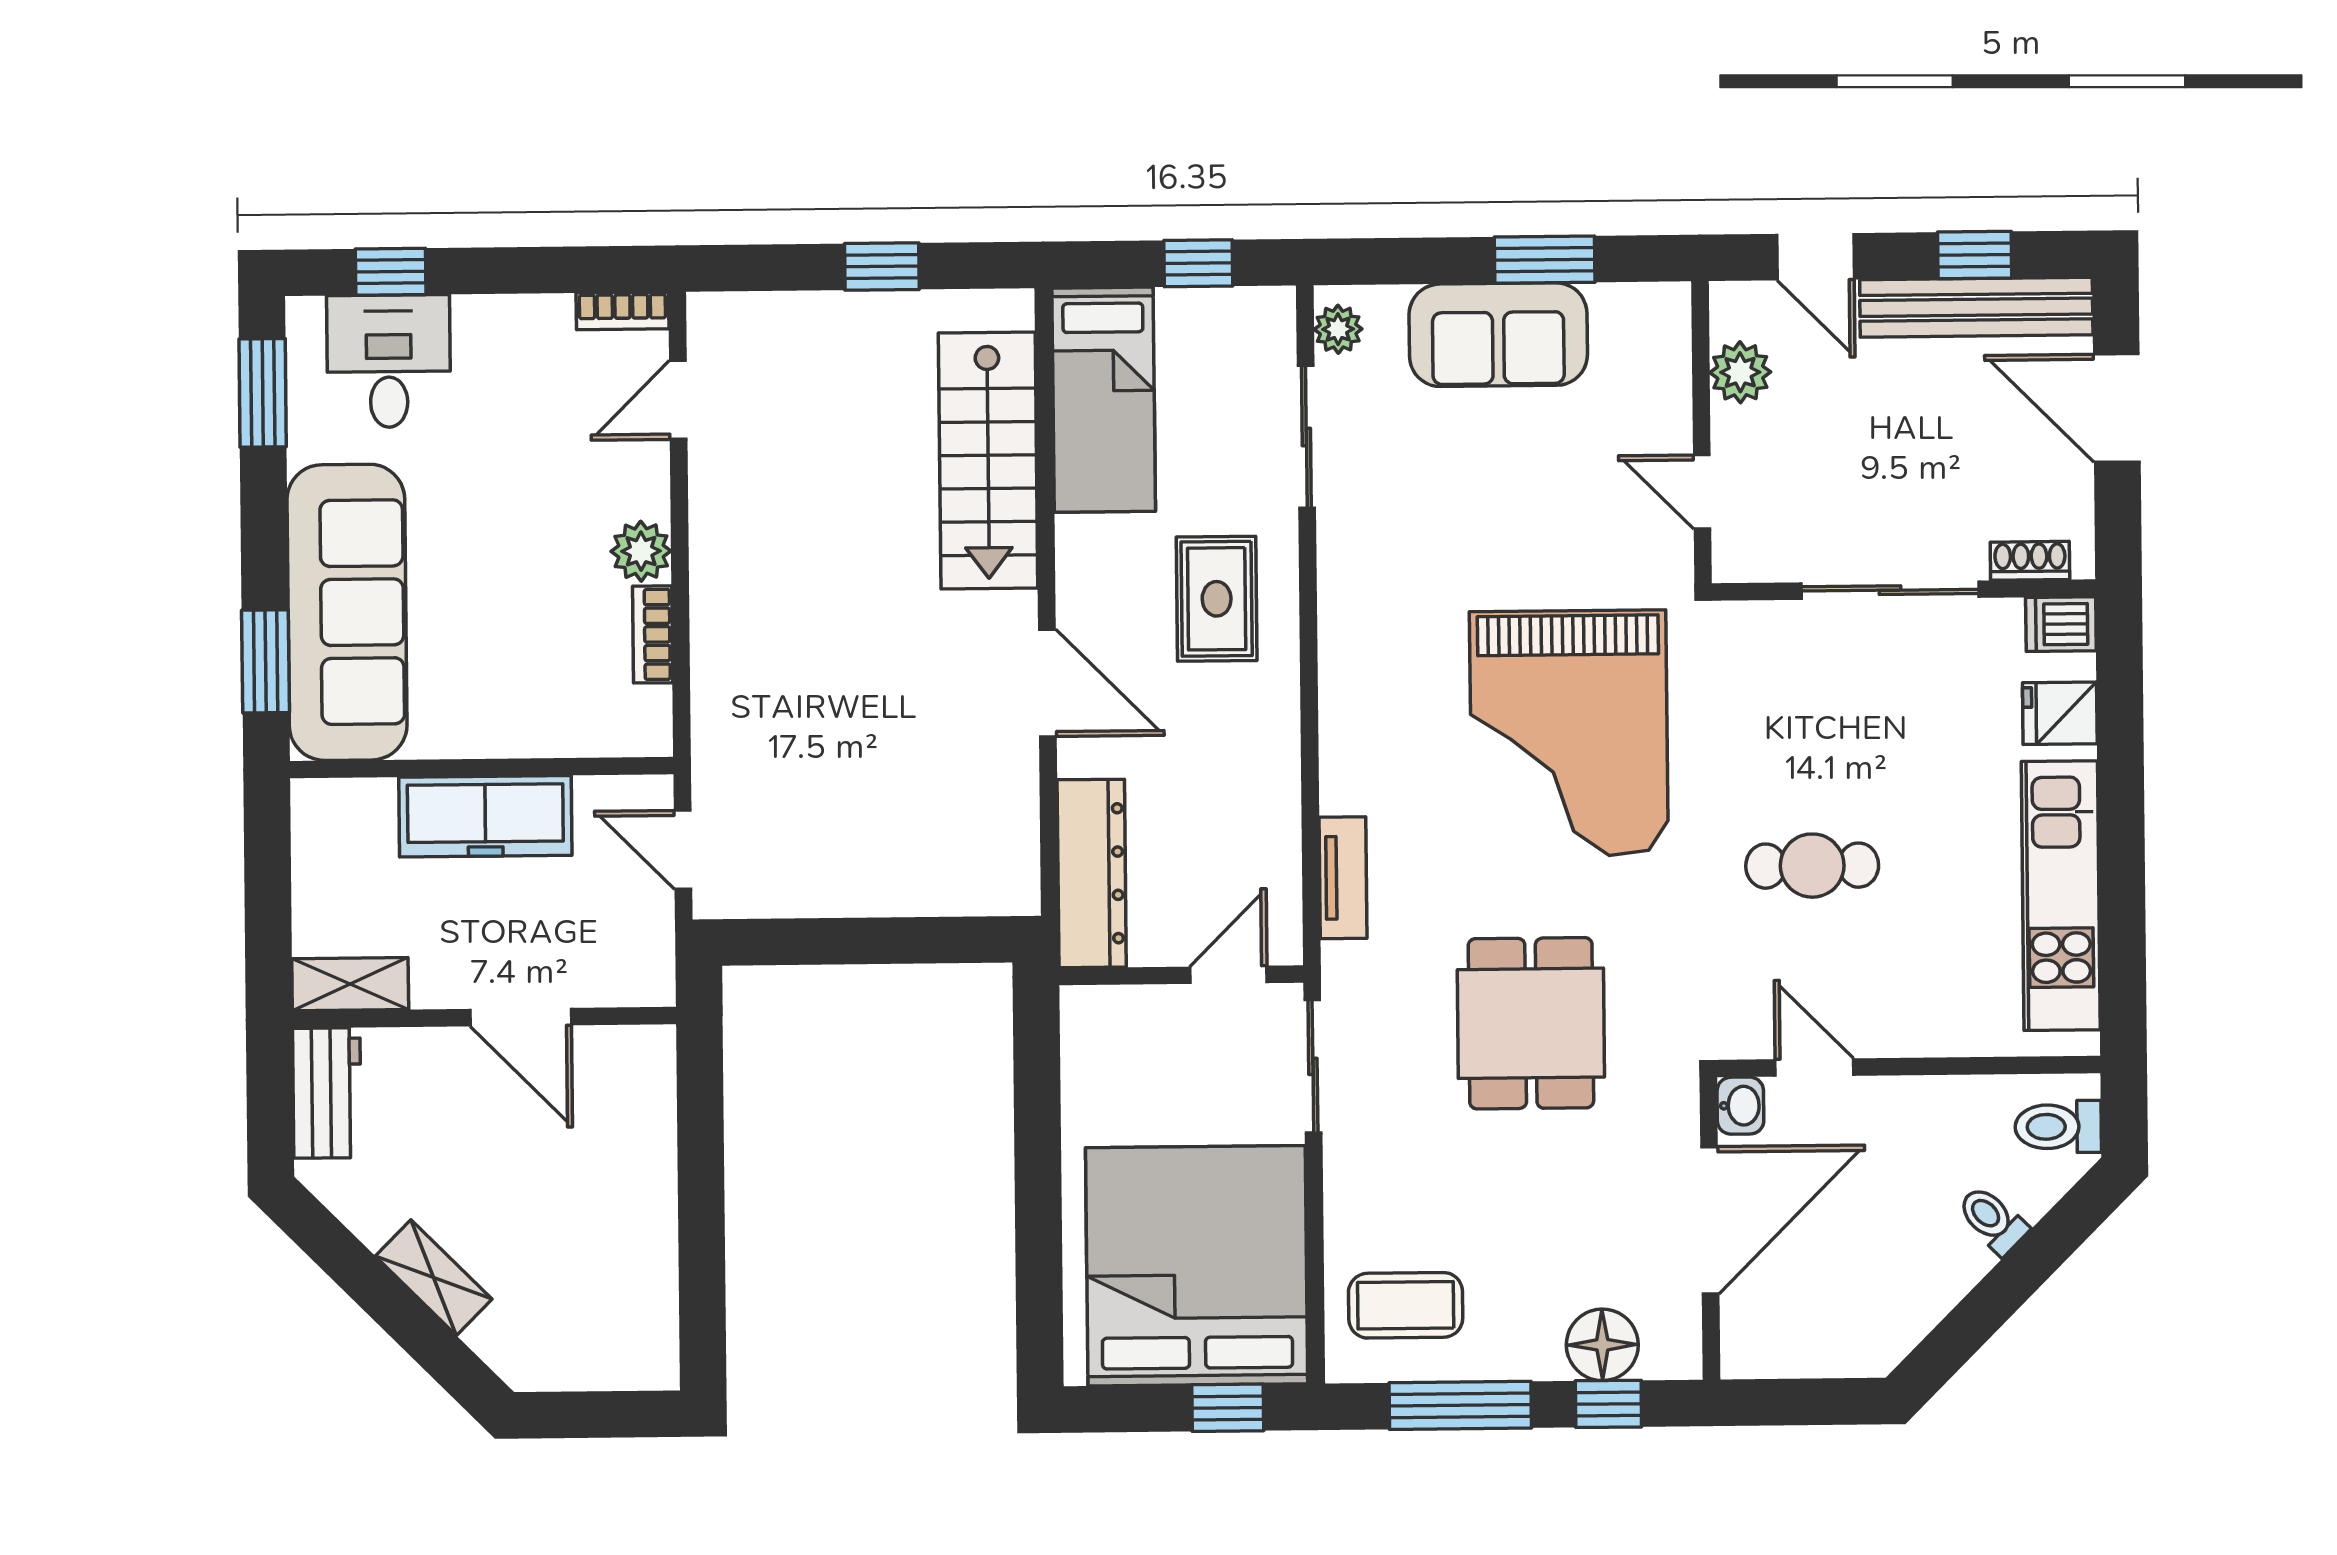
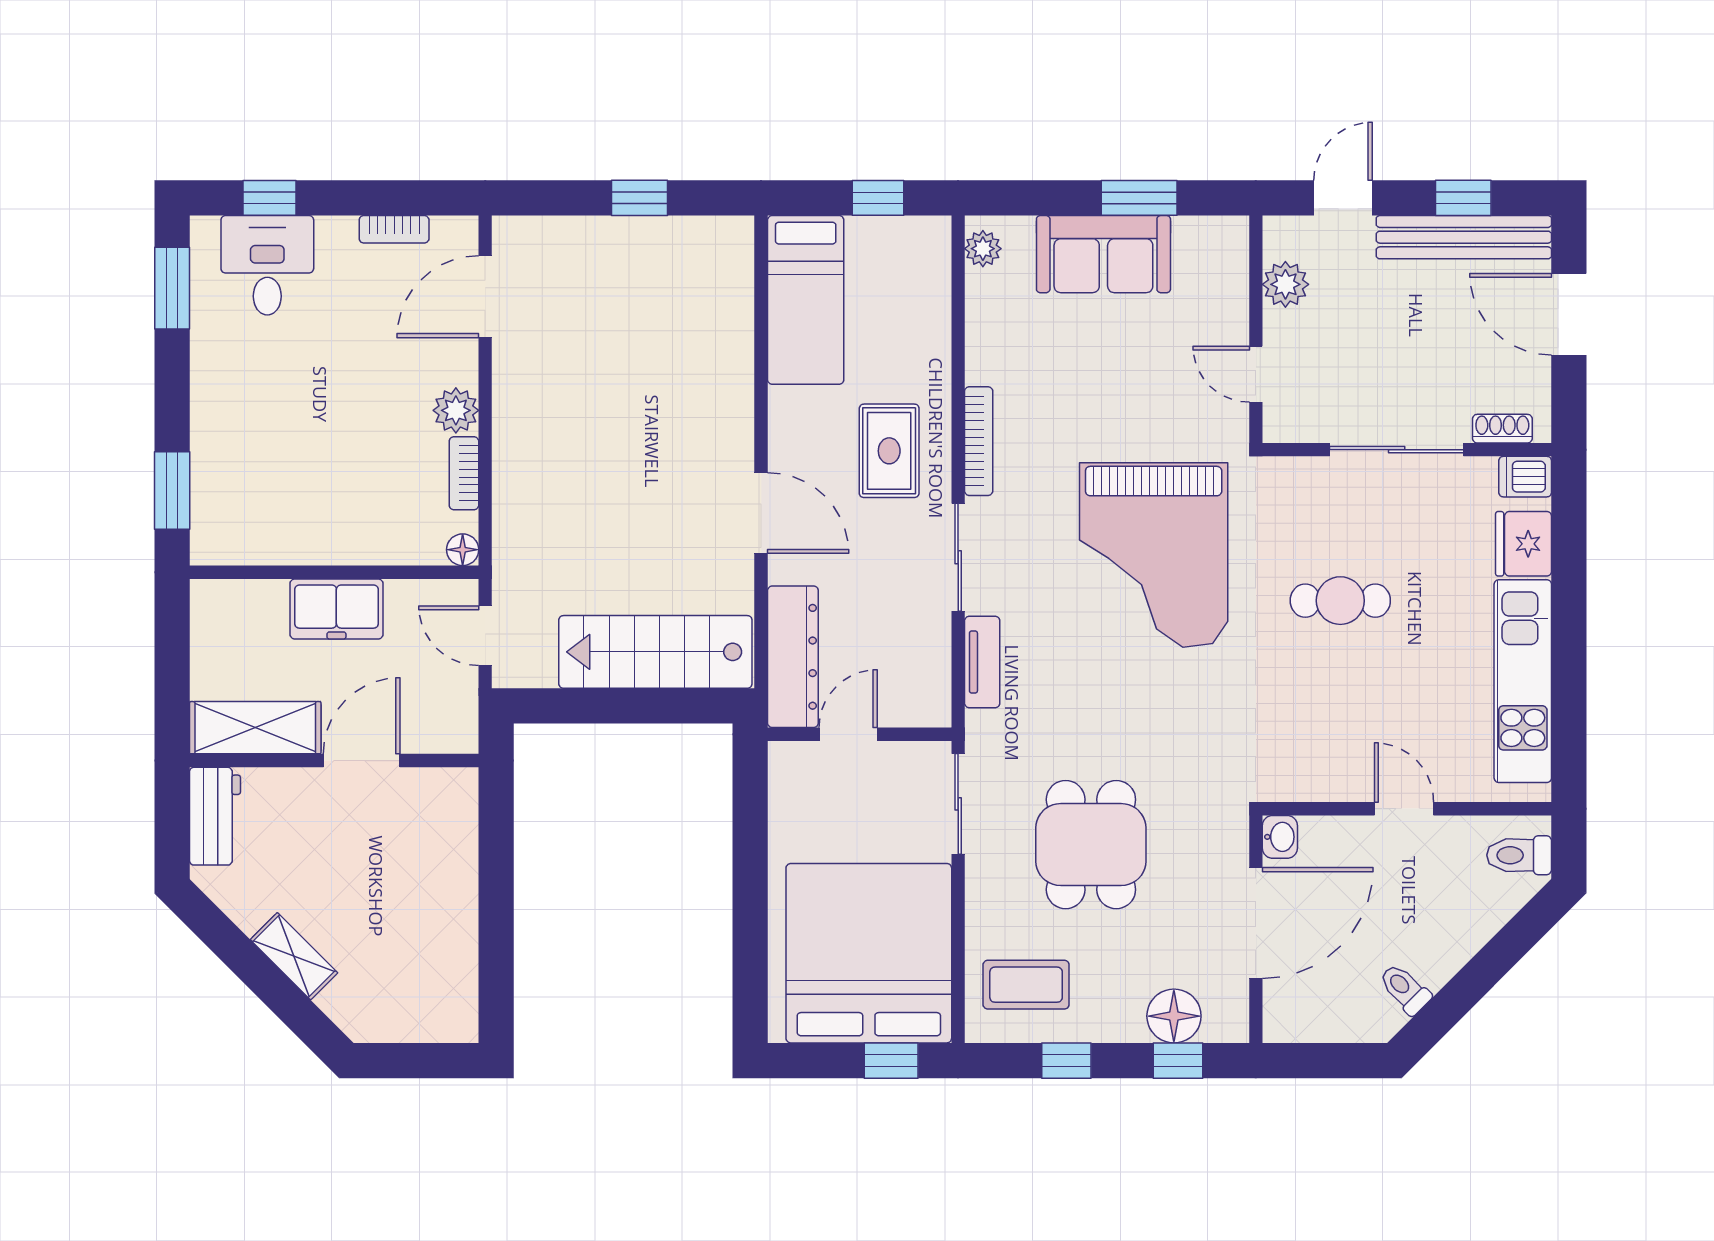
door: (1815, 257) -> (1343, 198), swing flipped
bookcase: (622, 311) -> (394, 229), moved
door: (678, 400) -> (485, 297), width x1.38
sliding door: (1306, 437) -> (958, 557), moved
stairs: (988, 460) -> (655, 652), moved, turned 90
bookcase: (1335, 585) -> (979, 441), added
sofa: (347, 612) -> (234, 454), removed
fridge: (2060, 713) -> (1524, 544), width x1.38
floor lamp: (652, 736) -> (463, 550), added
freezer: (485, 816) -> (336, 609), width x0.71
cafe table: (1812, 866) -> (1340, 601), moved
door: (1228, 975) -> (848, 734), moved
shelving: (350, 984) -> (255, 728), width x1.50, depth x1.33
door: (521, 1017) -> (362, 761), swing flipped
dining table: (1531, 1023) -> (1091, 845), moved
door: (1814, 1068) -> (1404, 809), moved
toilet: (1992, 1220) -> (1405, 989), moved
window: (1460, 1405) -> (1066, 1061), width x0.46

